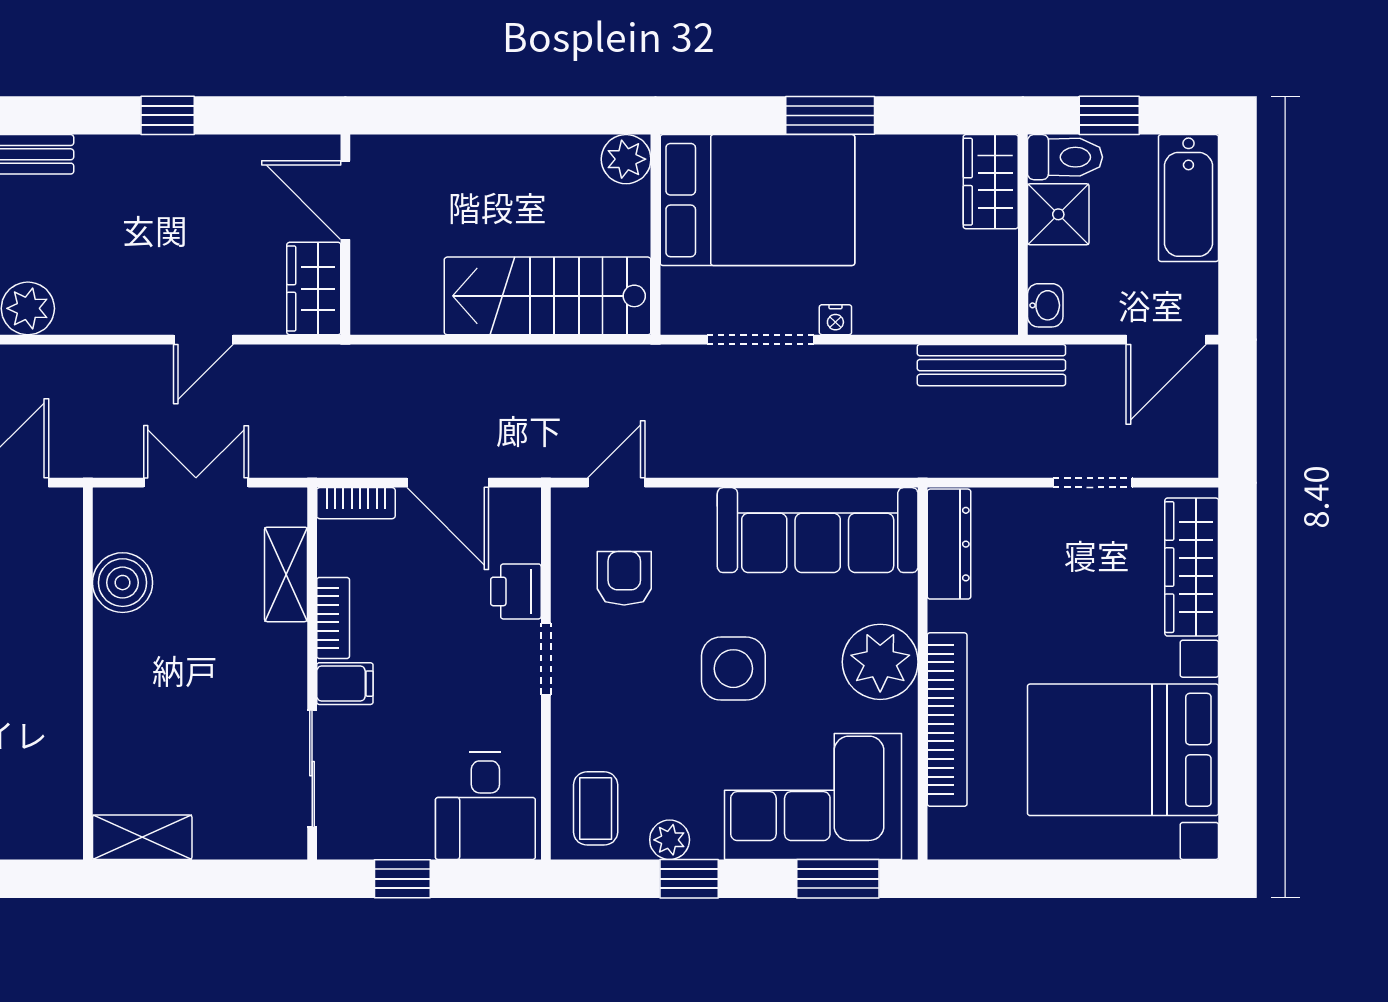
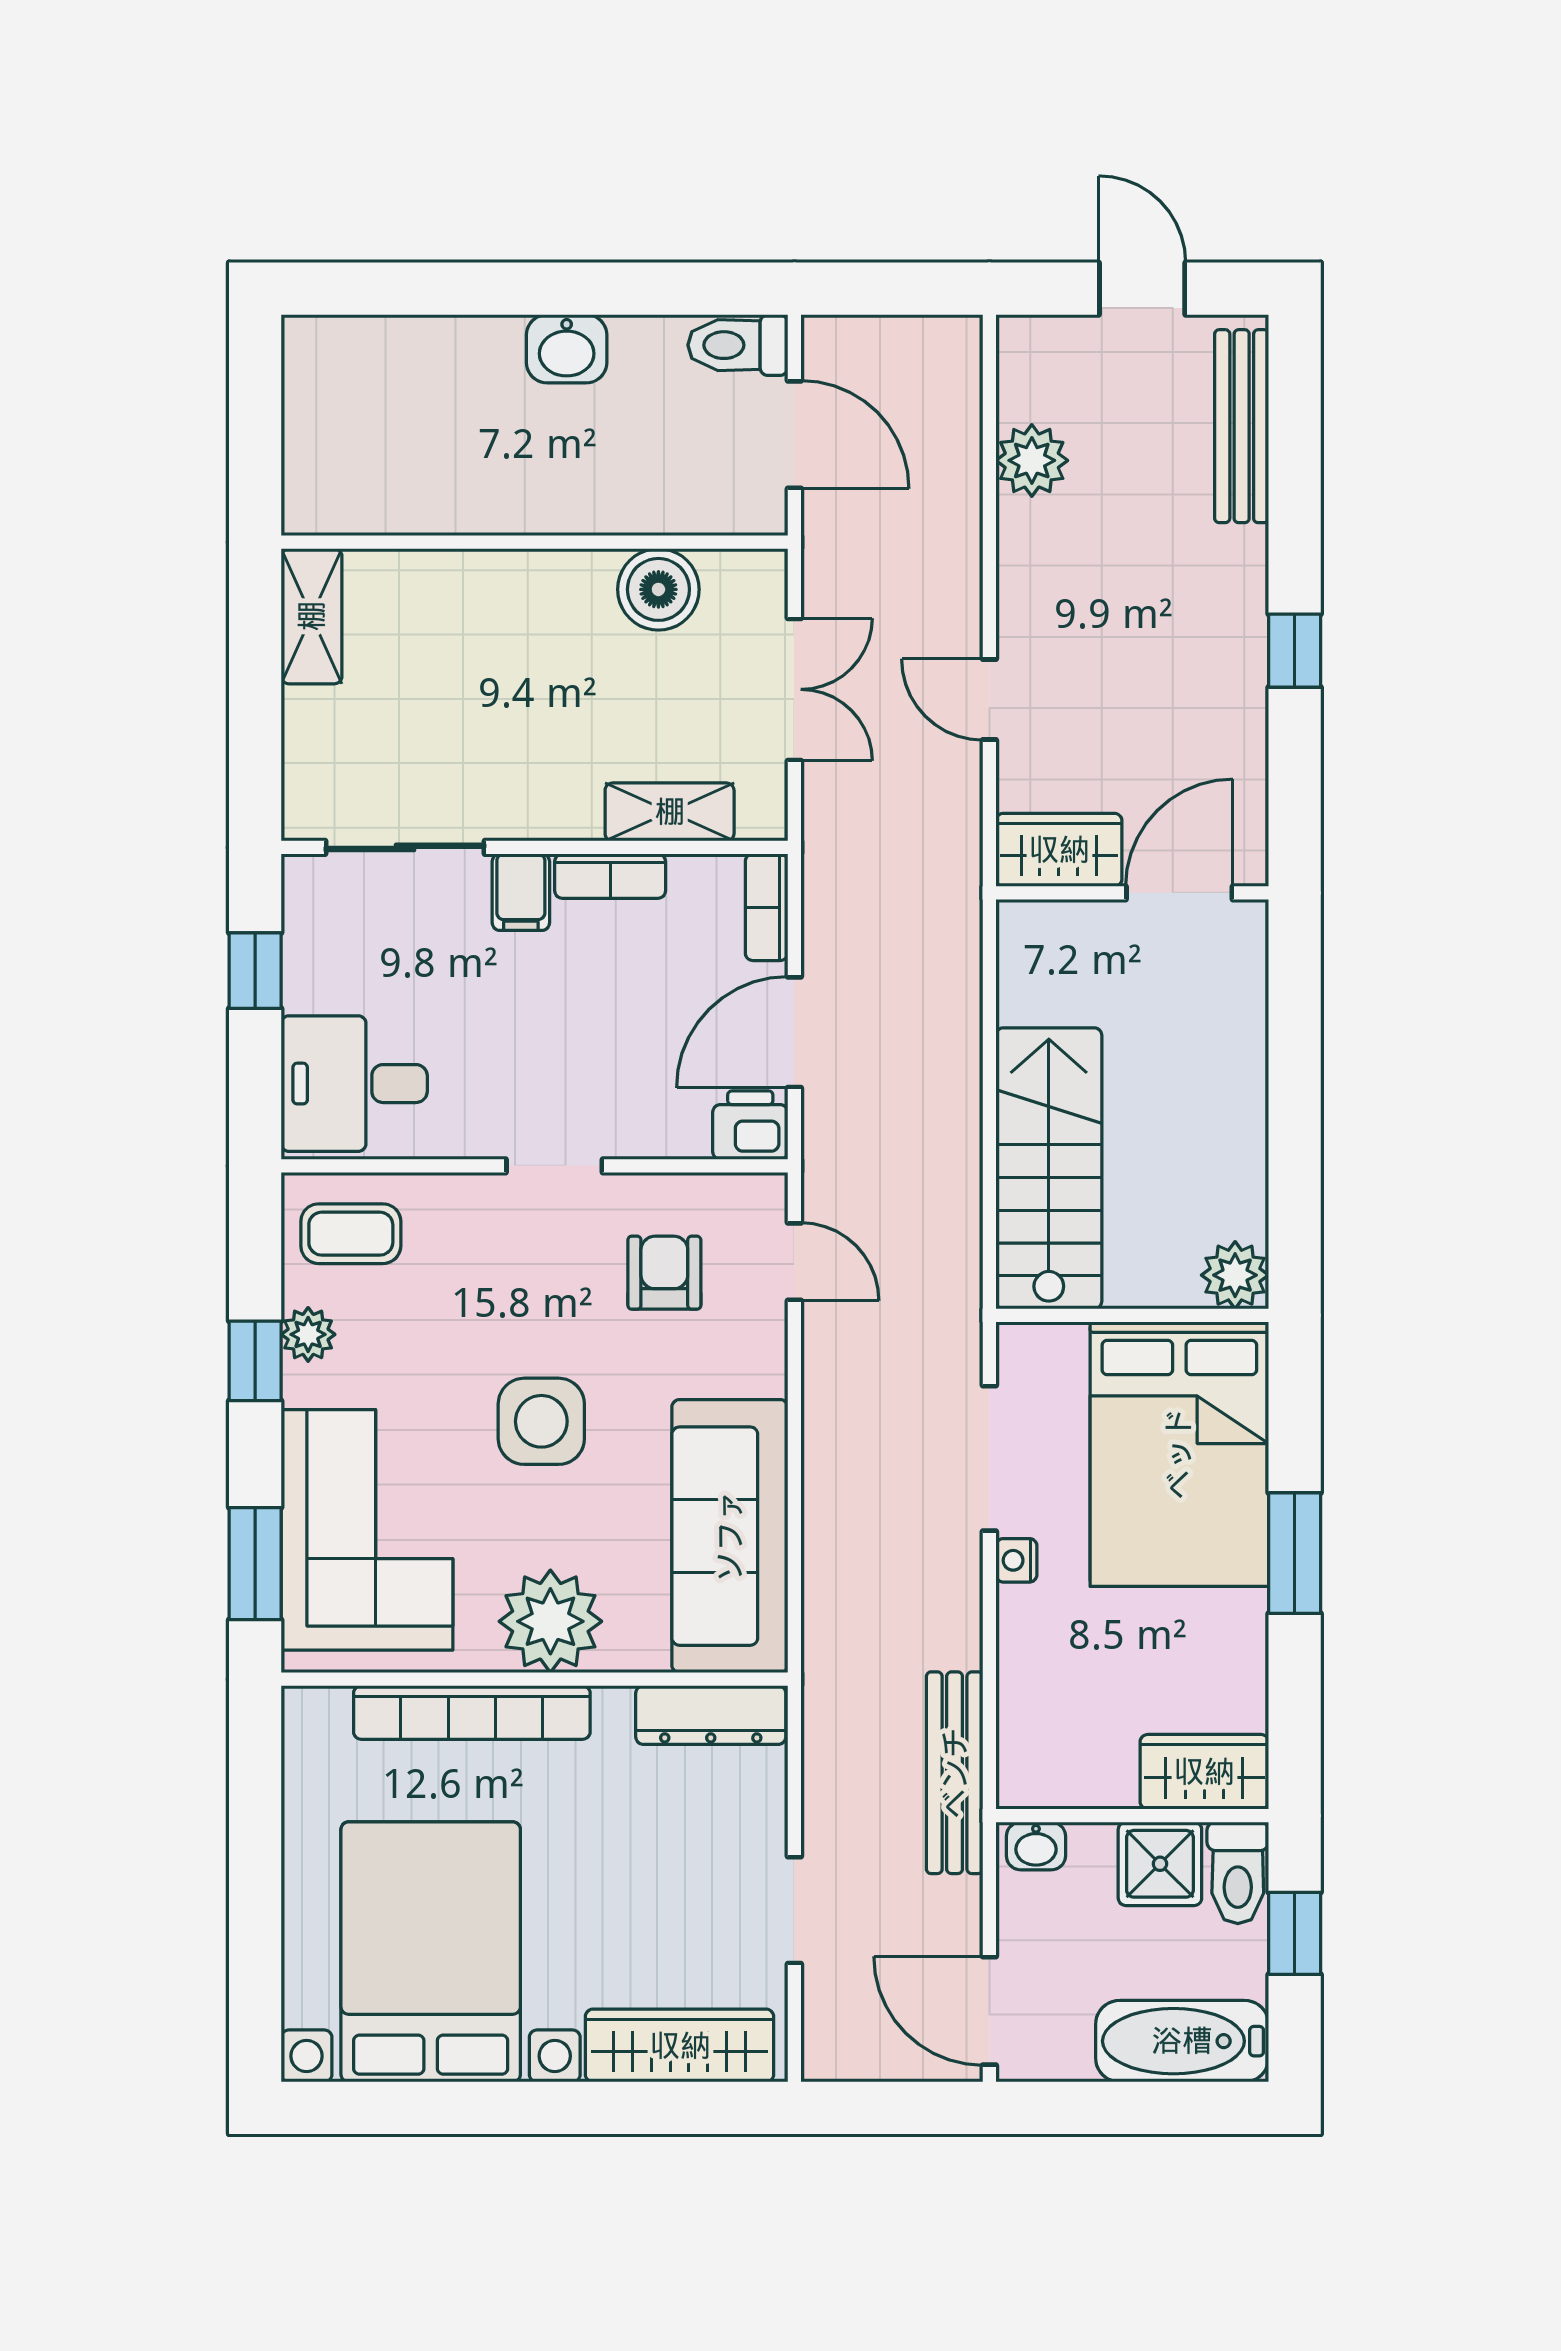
armchair: (624, 578) -> (664, 1273), turned -90
printer: (516, 591) -> (750, 1125), moved

